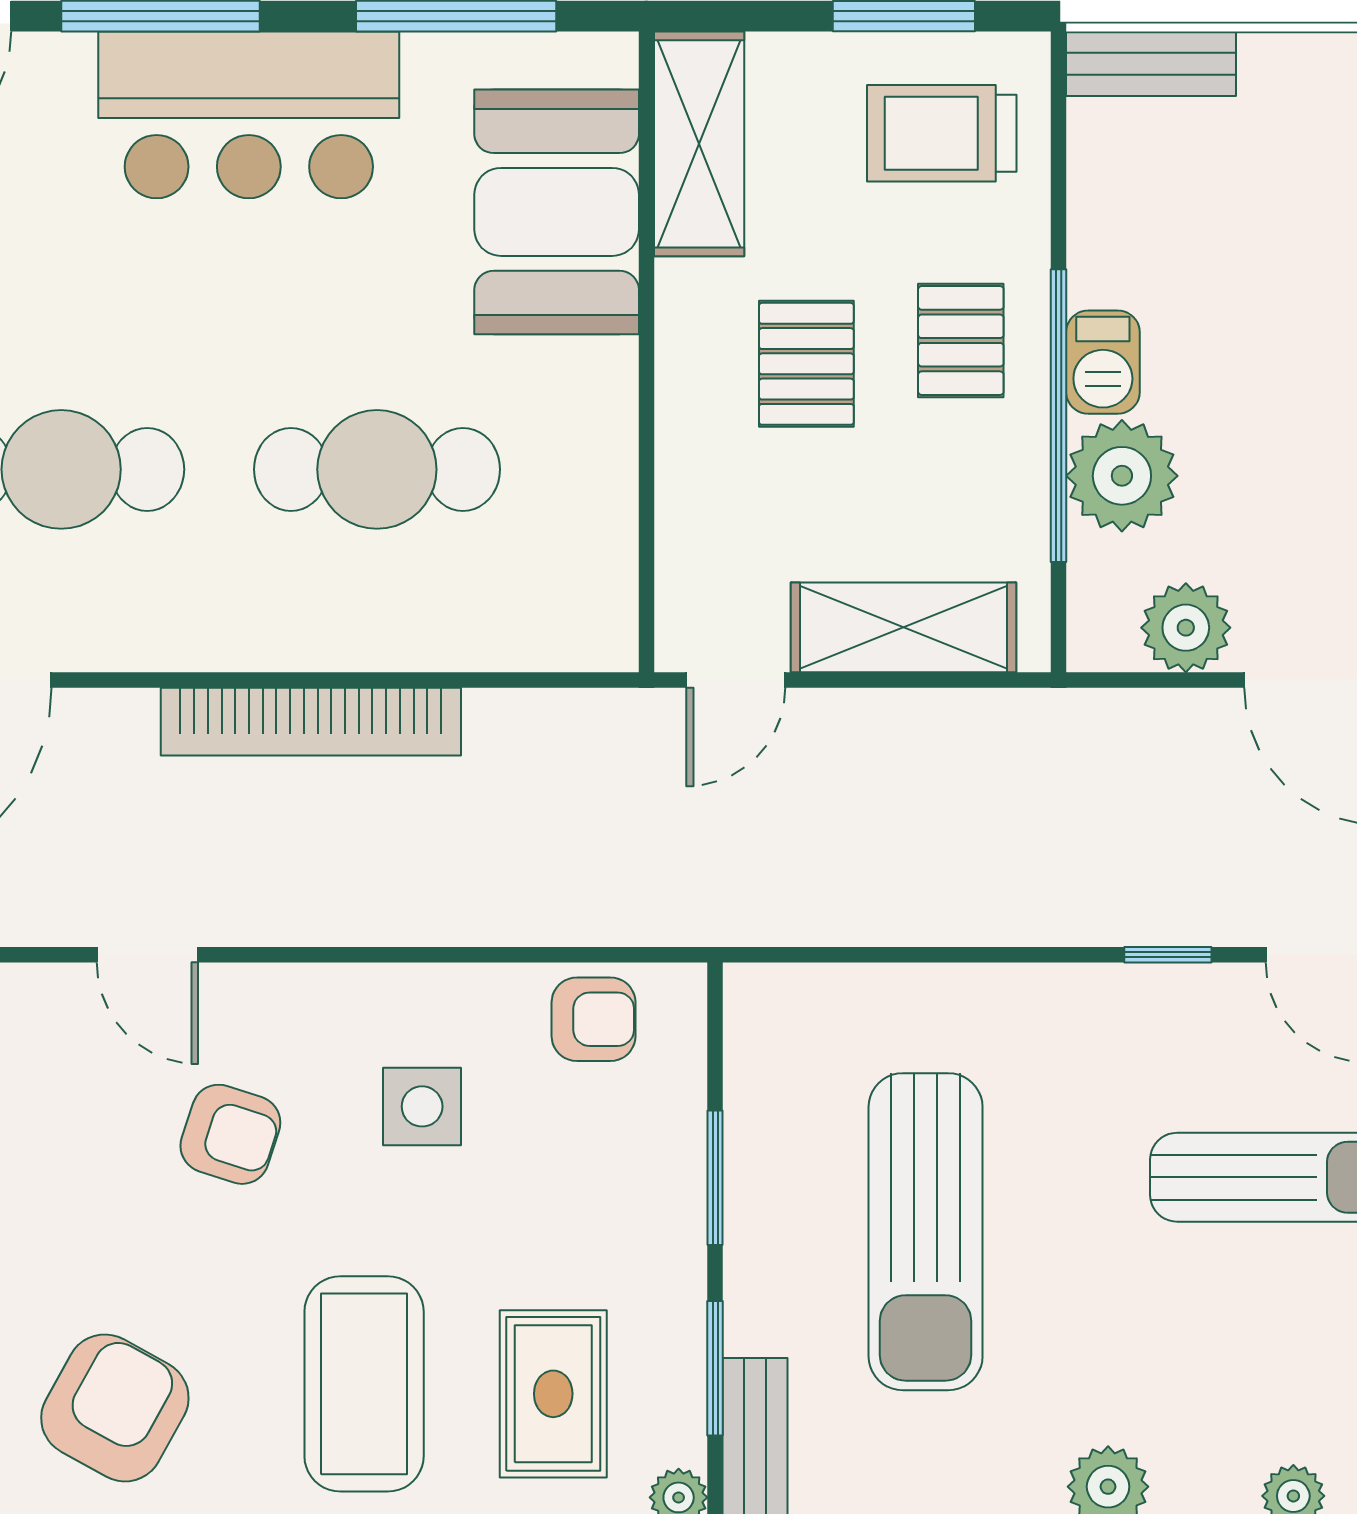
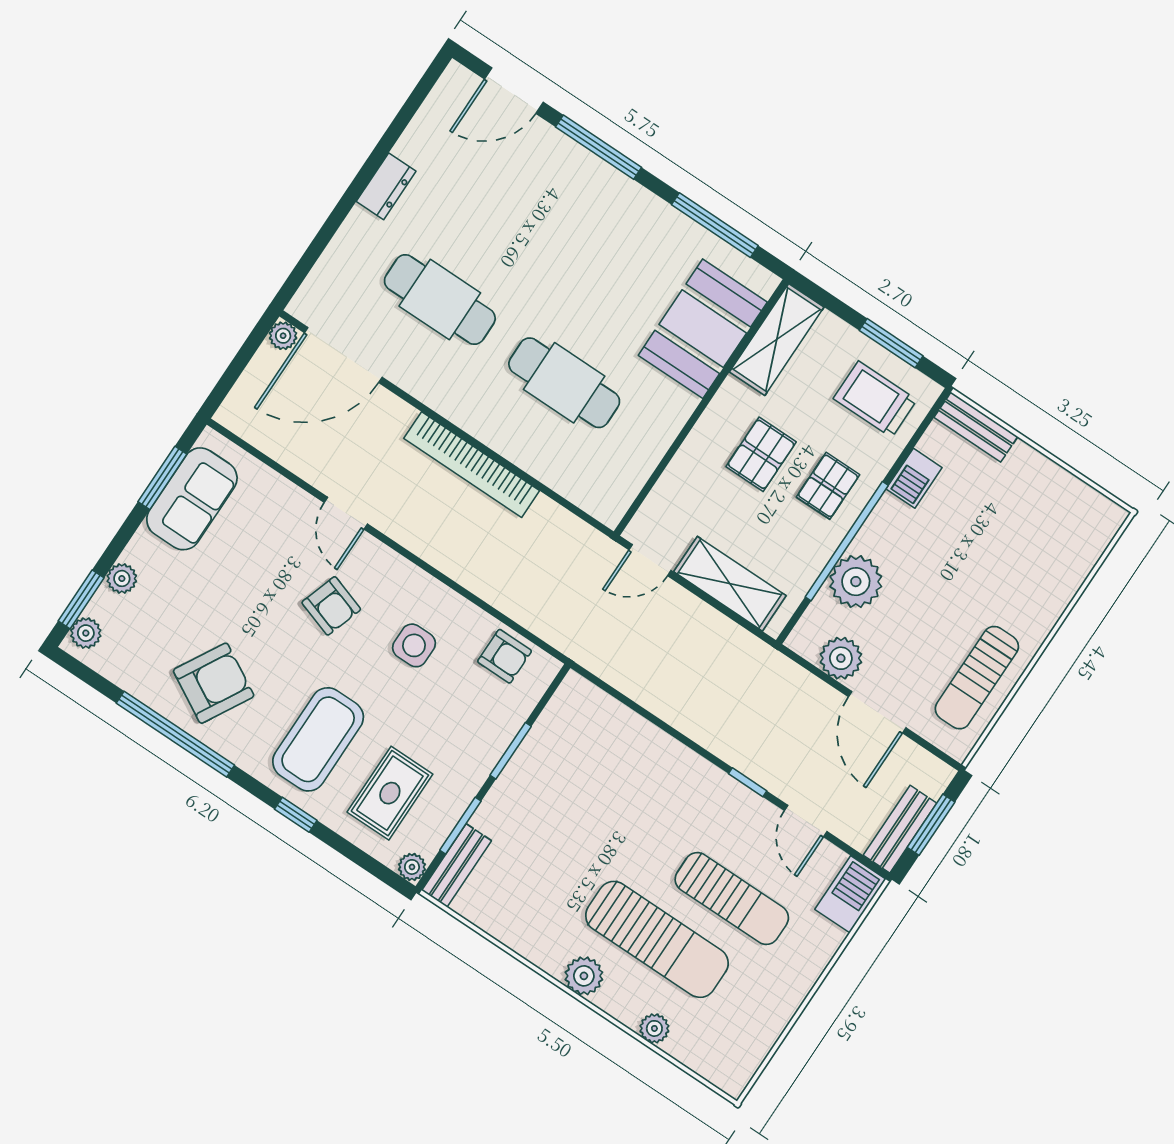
bar counter: (249, 115) -> (607, 209), removed
barbecue: (1103, 362) -> (914, 478), moved
sun lounger: (926, 1232) -> (657, 939), moved, turned -90

